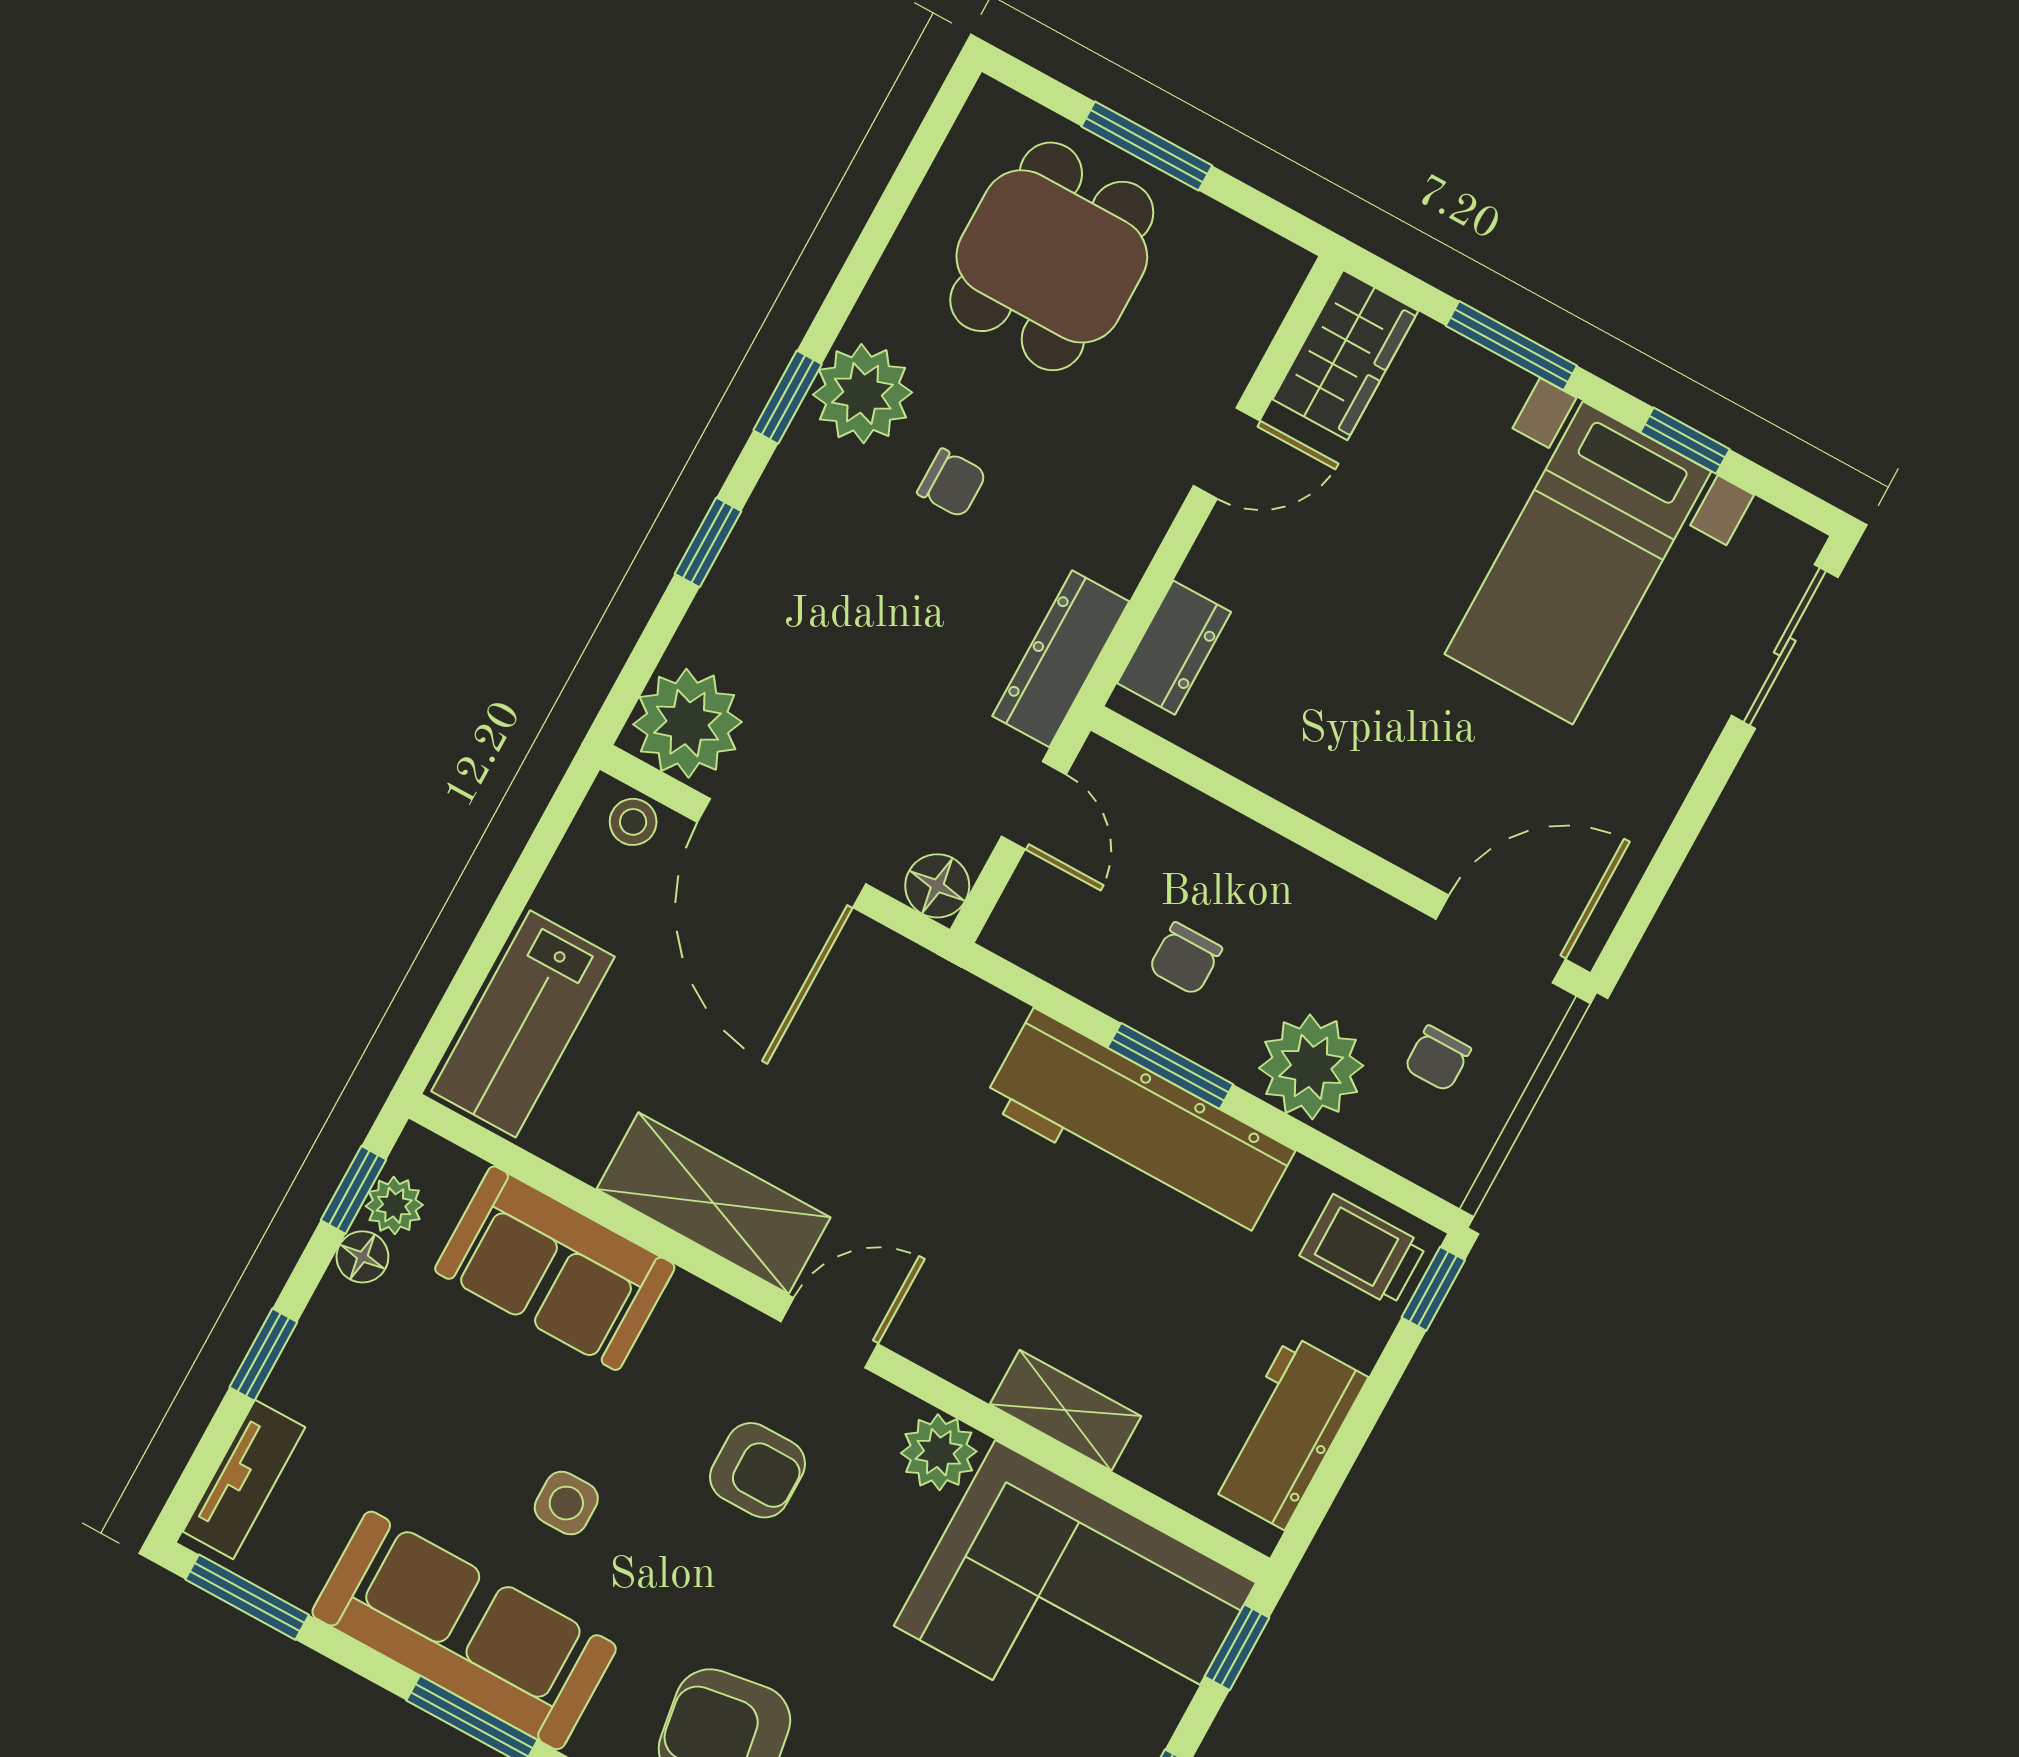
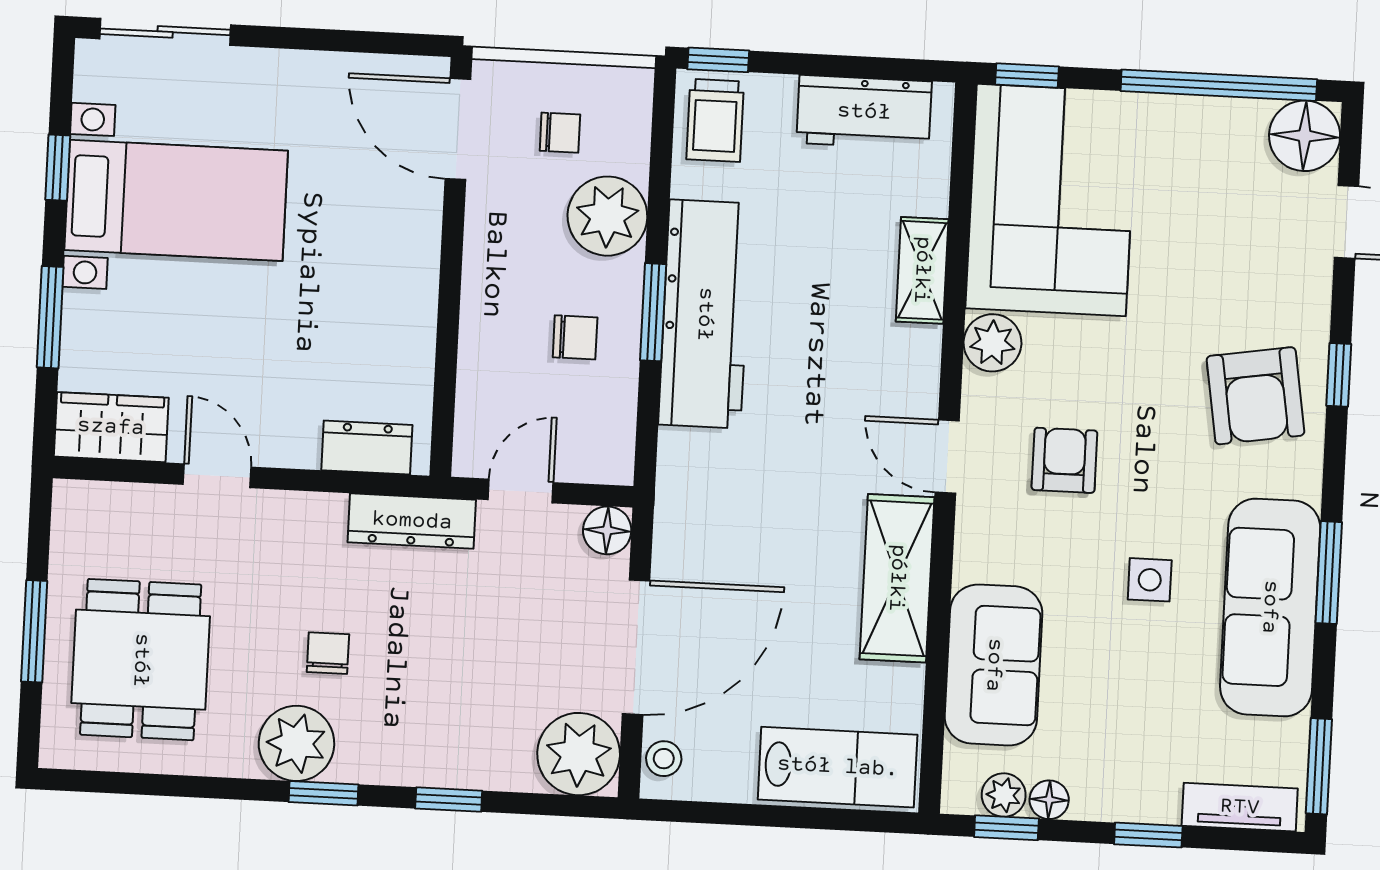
dining table: (1052, 256) -> (141, 660), turned 90

